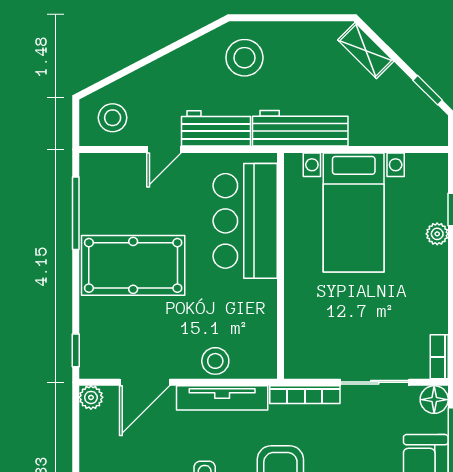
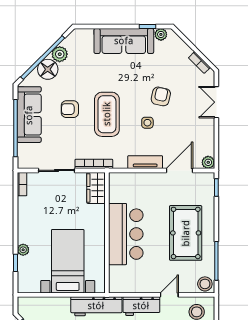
bar counter: (245, 221) -> (126, 234), moved
pool table: (133, 265) -> (186, 233), turned 90
wardrobe: (301, 350) -> (96, 188), added
stool: (215, 361) -> (205, 284), moved
tv unit: (222, 398) -> (145, 162), width x0.71
floor lamp: (434, 400) -> (25, 161), removed

